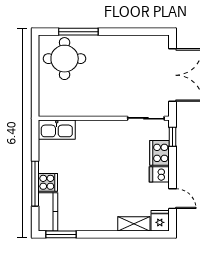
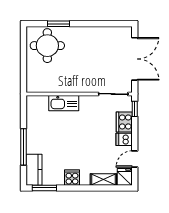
window: (78, 32) -> (59, 24), width x0.69
kitchen sink: (57, 130) -> (64, 103), moved
cooker: (48, 182) -> (72, 178), moved, turned -90
door: (173, 199) -> (135, 159), swing flipped

